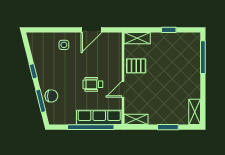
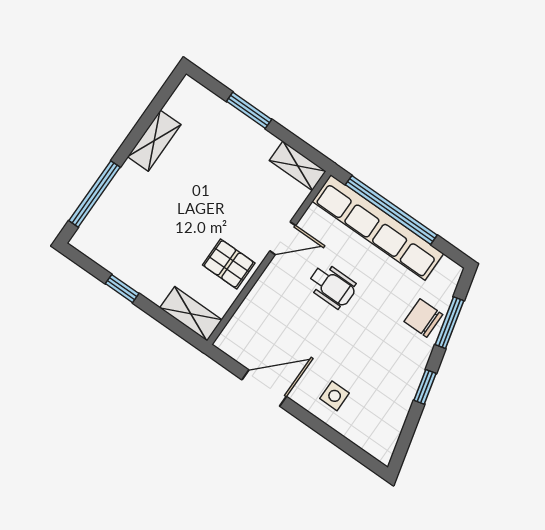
shelving: (195, 112) -> (154, 141), moved
row of seats: (99, 117) -> (378, 227), width x1.36

